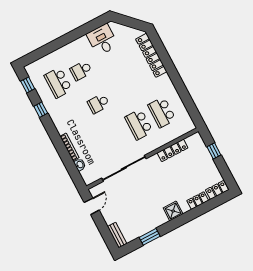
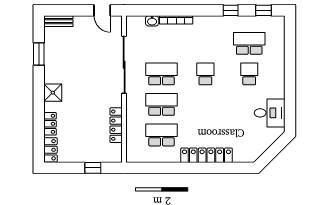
locker: (151, 55) -> (206, 155), moved
school desk: (116, 137) -> (162, 74), added

